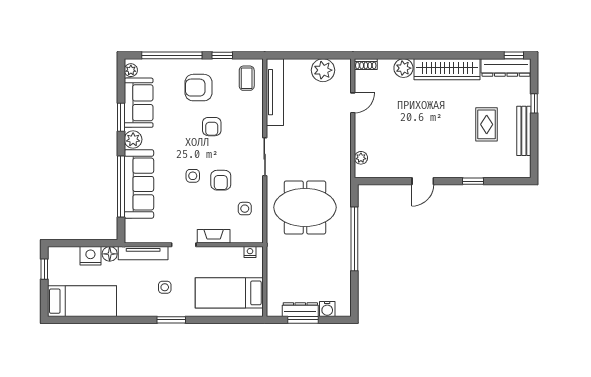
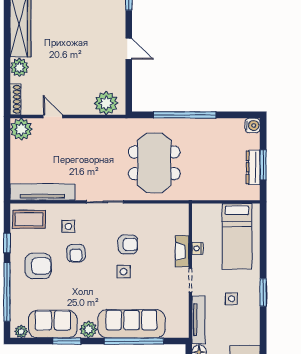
shoe rack: (366, 64) -> (15, 99), width x1.43
plant: (323, 70) -> (21, 129), moved
coffee table: (247, 78) -> (29, 219), width x1.36, depth x1.30
armchair: (198, 88) -> (38, 266), turned -90
armchair: (212, 127) -> (76, 253), turned 90
plant: (361, 158) -> (106, 103), width x1.88, depth x1.88
side table: (245, 209) -> (68, 226), moved
nightstand: (250, 252) -> (197, 248), moved
water cooler: (327, 309) -> (253, 126), moved

